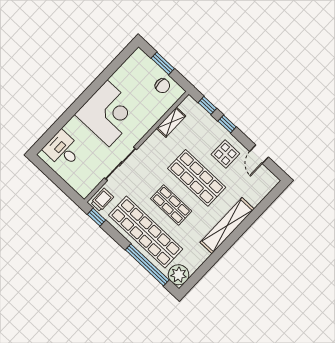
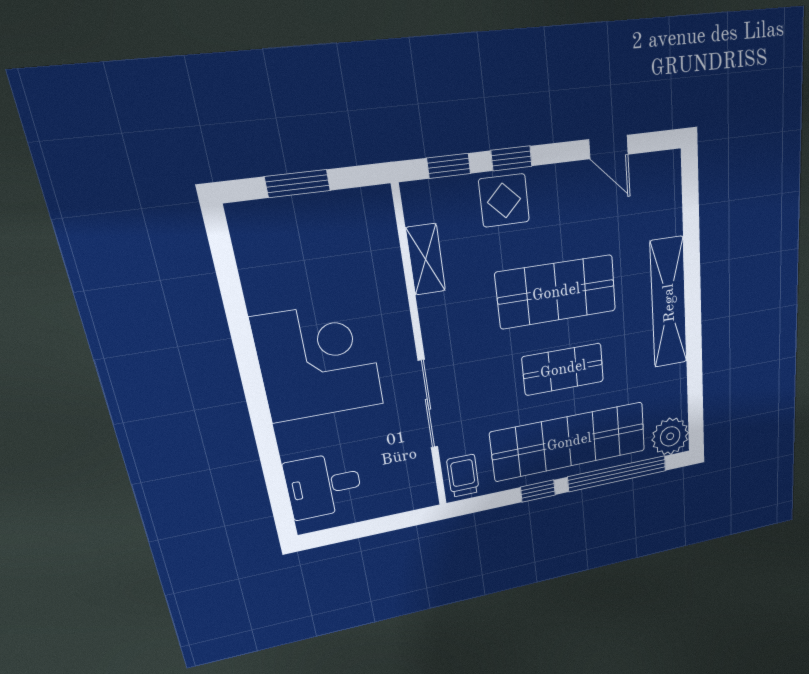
chair: (162, 86) -> (343, 220), removed
display table: (225, 154) -> (504, 200), moved
window: (97, 217) -> (538, 491), moved

